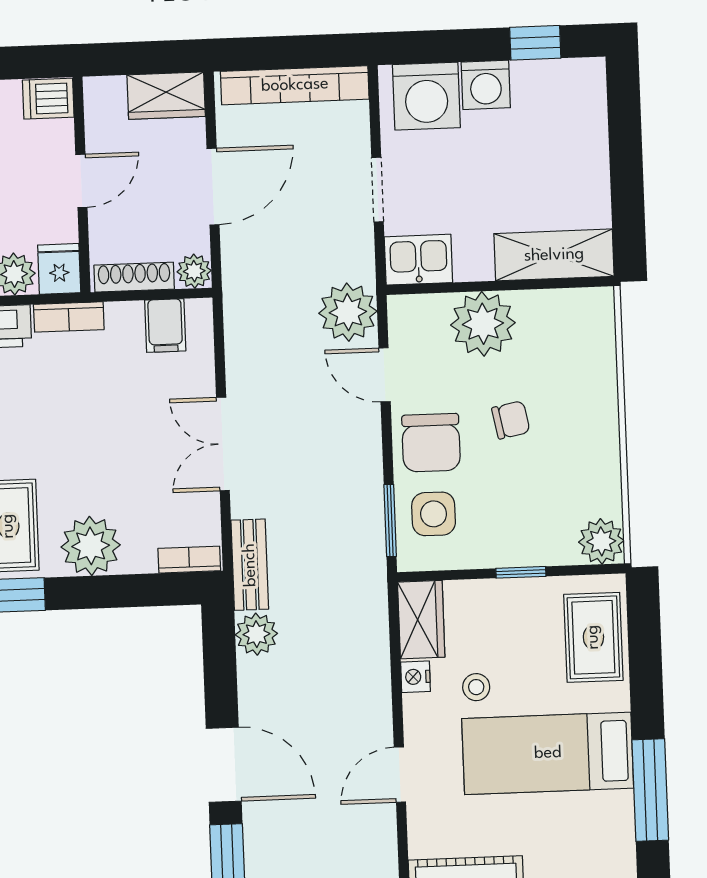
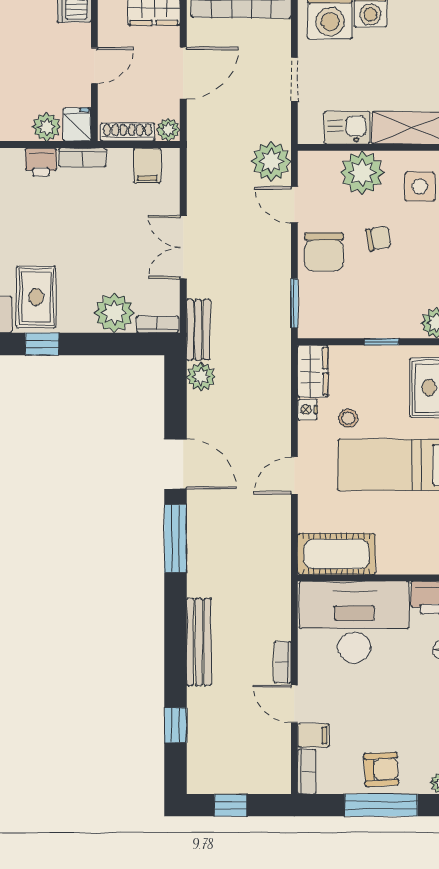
kitchen sink: (418, 260) -> (347, 128), moved
side table: (434, 514) -> (420, 187), moved
plant: (91, 546) -> (114, 313), moved

